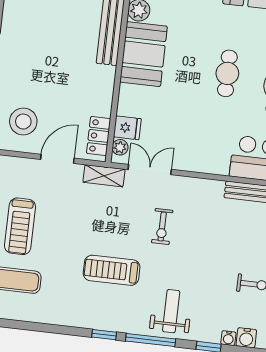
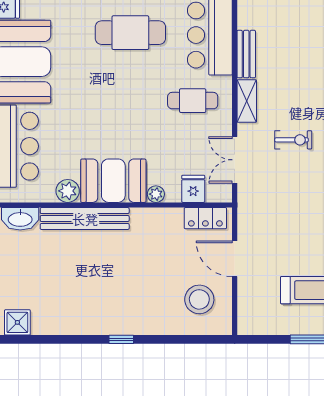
cafe table: (227, 73) -> (193, 101), moved
plant: (120, 147) -> (156, 194), moved
shelving: (104, 176) -> (247, 101), moved

